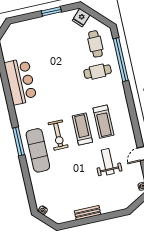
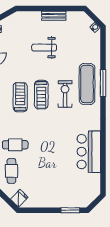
window: (51, 11) -> (70, 210), moved
window: (19, 141) -> (103, 83), moved
weight bench: (108, 162) -> (44, 48), moved, turned 90

